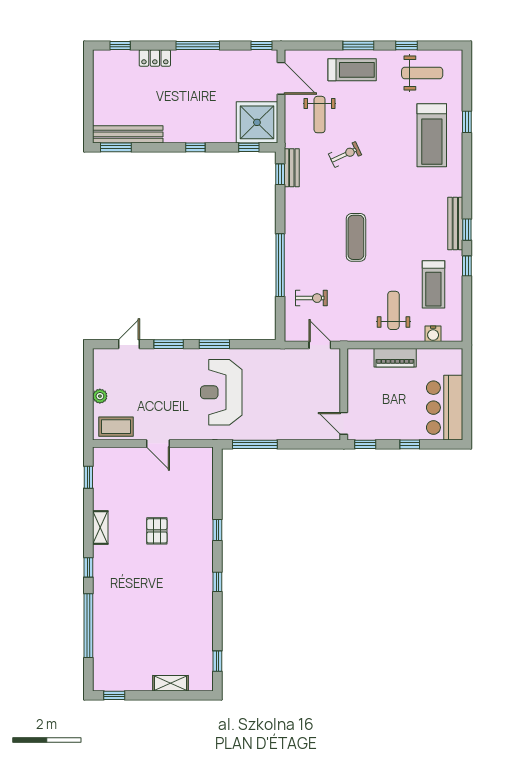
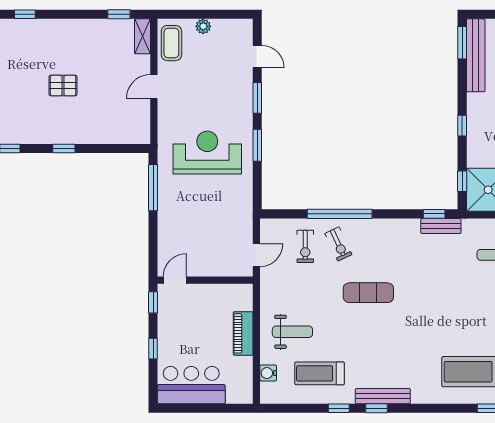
exercise bike: (345, 154) -> (338, 244), moved
shelving: (100, 527) -> (143, 36), moved, turned 90

